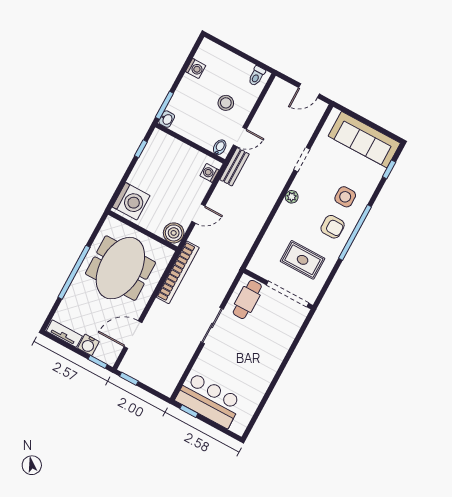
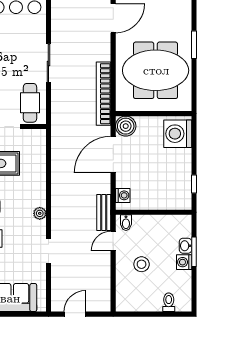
washing machine: (196, 69) -> (184, 262), moved
toilet: (257, 76) -> (169, 302), moved
window: (164, 105) -> (194, 252), moved
washbasin: (167, 119) -> (185, 246), moved
door: (198, 214) -> (113, 155), width x1.87
meeting table: (120, 268) -> (156, 70), turned 90
window: (74, 272) -> (194, 45), width x0.47

